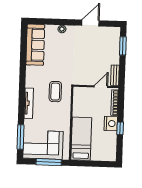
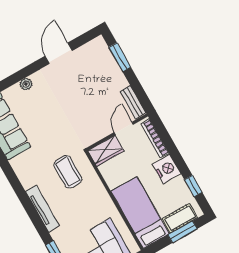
wardrobe: (83, 93) -> (106, 151), added
window: (120, 128) -> (193, 186), moved
cot: (101, 155) -> (180, 218), added
window: (98, 164) -> (183, 232), added

